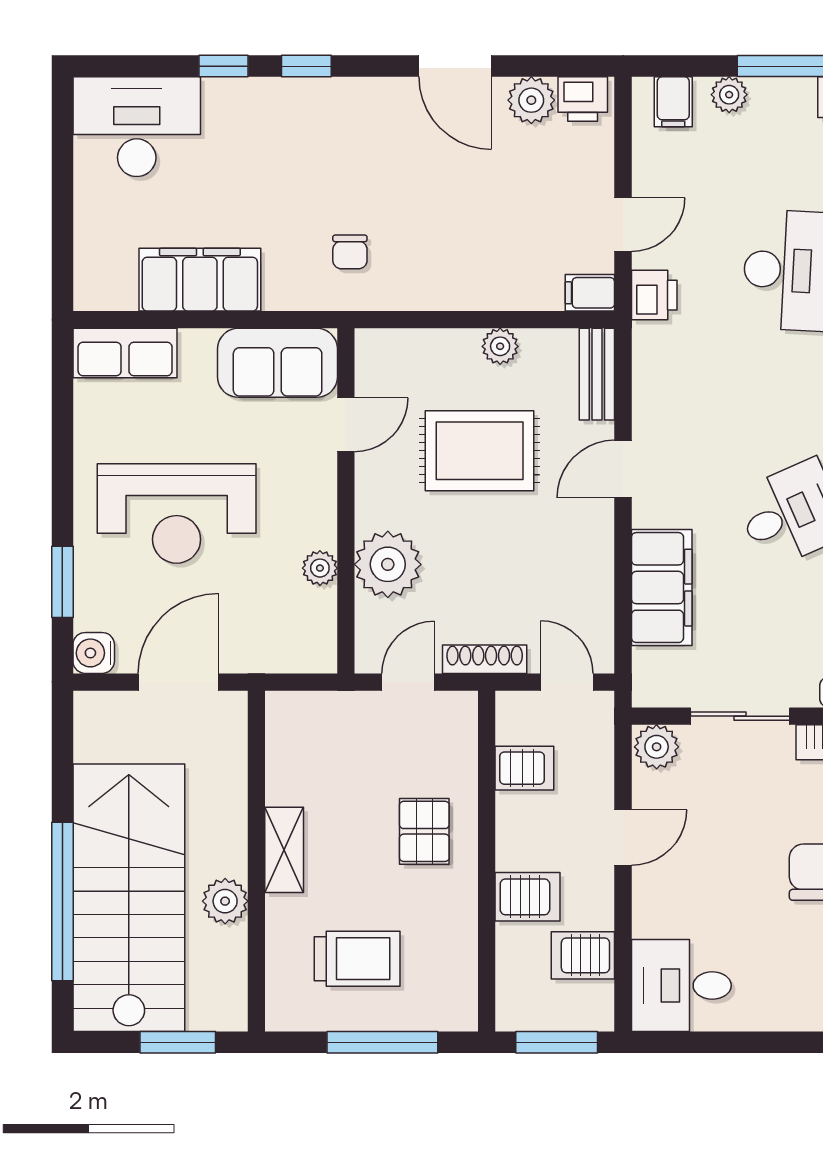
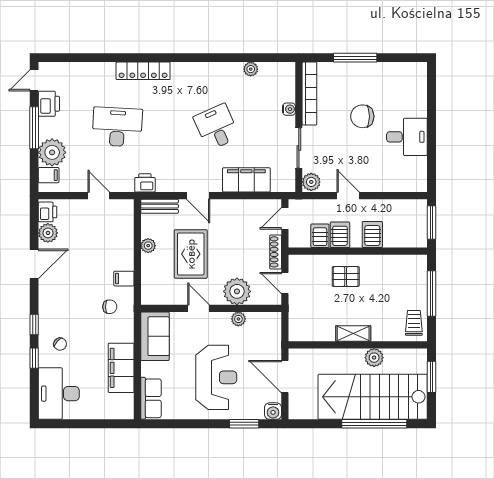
plant: (729, 95) -> (52, 152), width x1.87, depth x1.87
chair: (258, 130) -> (60, 344), added
filing cabinet: (590, 293) -> (124, 279), moved, turned 90
printer: (654, 295) -> (145, 183), moved
door: (346, 425) -> (198, 308), moved
server rack: (583, 955) -> (340, 235), moved, turned 180
trolley: (357, 959) -> (414, 323), moved, width x0.73, depth x0.72
desk: (681, 985) -> (407, 137), moved, turned -90

